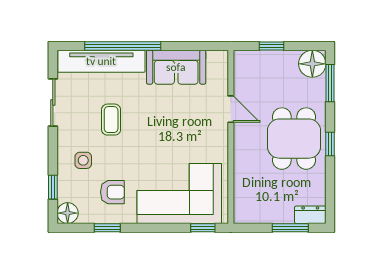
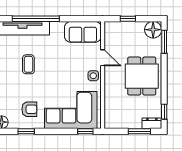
sofa: (176, 67) -> (83, 32), moved
window: (330, 144) -> (164, 112), moved
side table: (83, 160) -> (93, 76), moved

